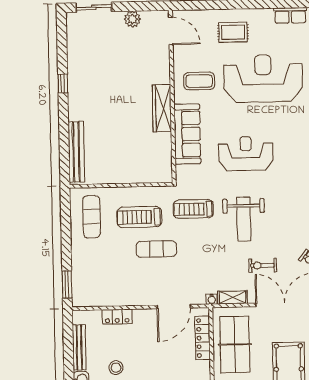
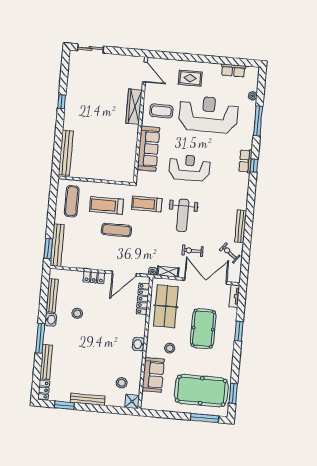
plant: (132, 19) -> (118, 60), removed
wardrobe: (162, 108) -> (134, 107), moved
bench: (78, 278) -> (57, 245), added
locker: (117, 317) -> (94, 277), moved

